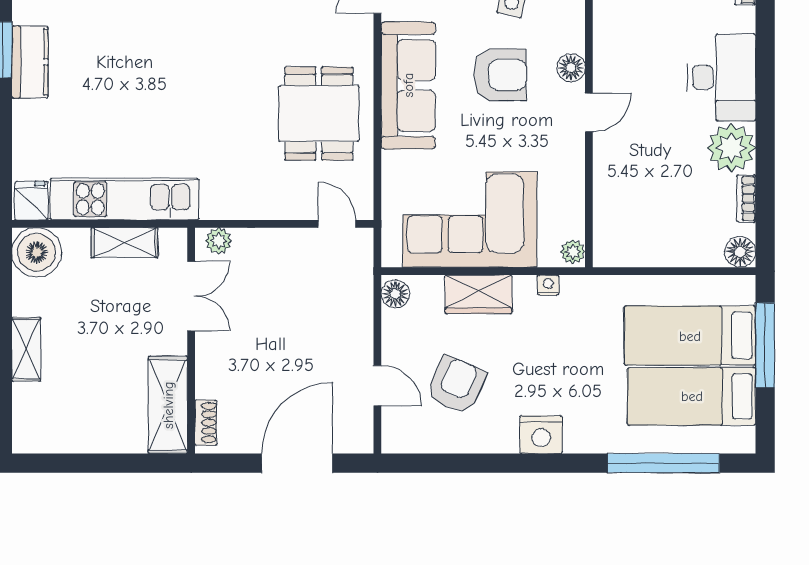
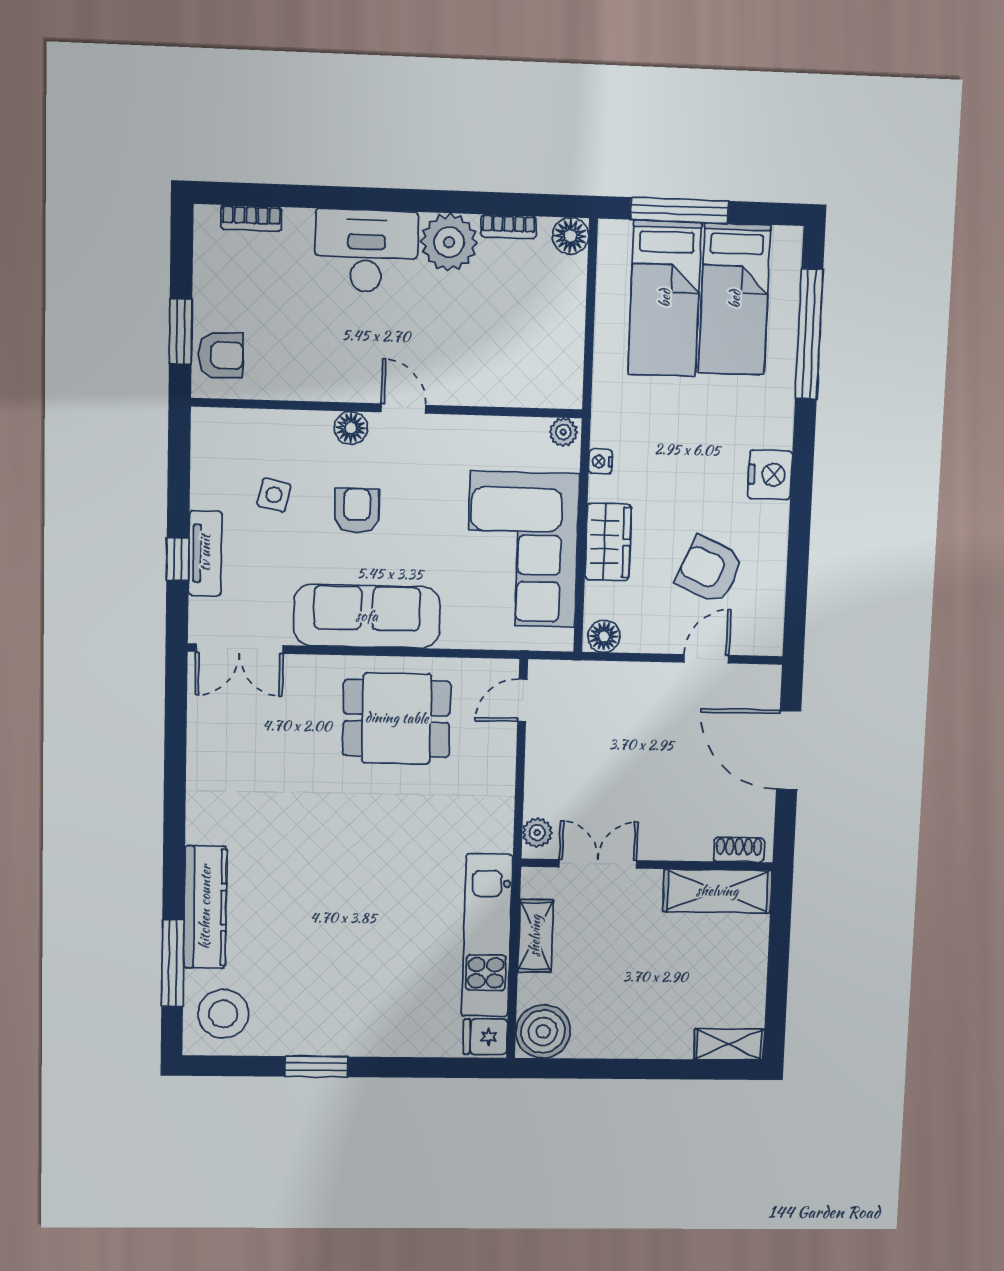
kitchen counter: (30, 62) -> (331, 1037), removed
armchair: (500, 75) -> (357, 511), width x0.72, depth x0.72
shelving: (26, 349) -> (729, 1044), moved

